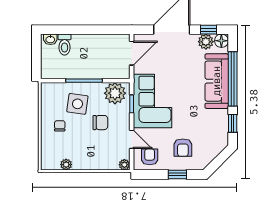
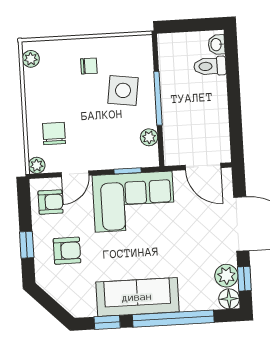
sofa: (217, 81) -> (137, 297), moved
plant: (115, 93) -> (149, 137), width x0.53, depth x0.53
chair: (100, 123) -> (54, 133), moved, turned 180
armchair: (183, 148) -> (67, 251), turned 180
plant: (66, 165) -> (31, 59), moved

